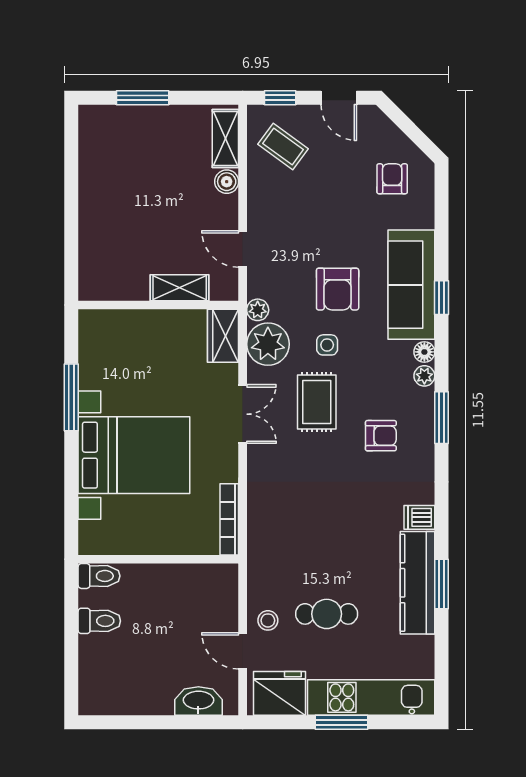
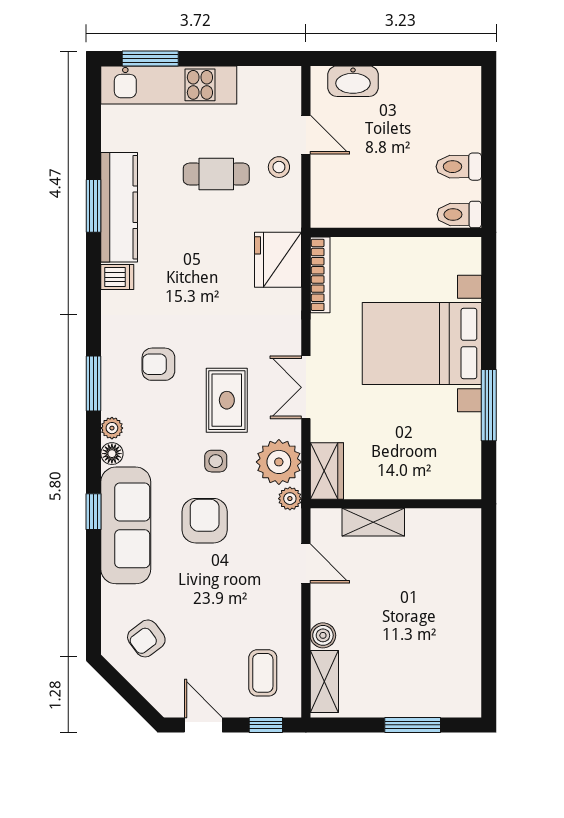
coffee table: (283, 146) -> (263, 673), turned 54
armchair: (392, 179) -> (146, 638), turned 53
fridge: (279, 693) -> (278, 260), moved, turned 90
window: (341, 722) -> (150, 58), moved

